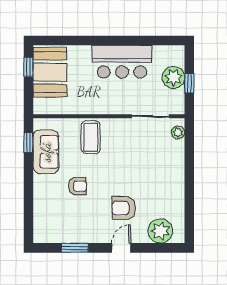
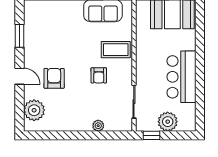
window: (189, 83) -> (152, 135), moved
plant: (178, 133) -> (98, 126), moved
armchair: (77, 186) -> (99, 75), moved

